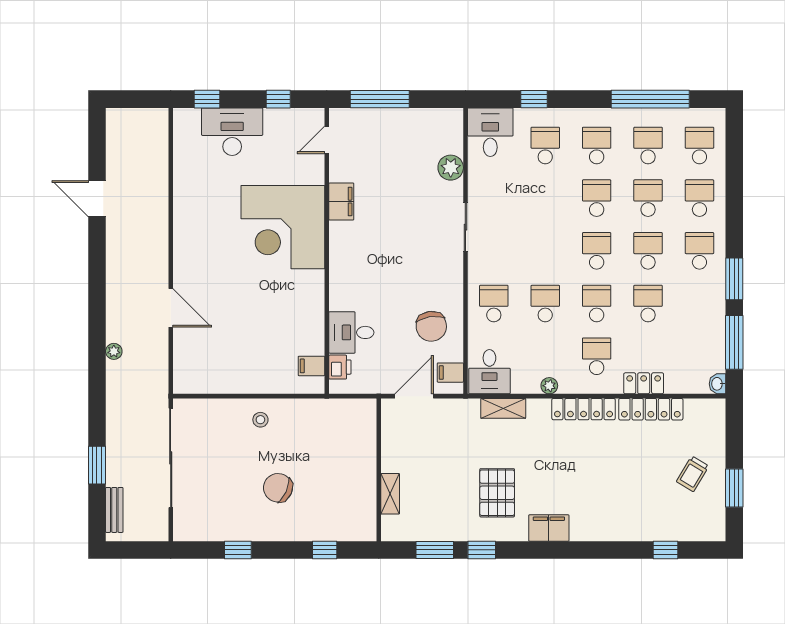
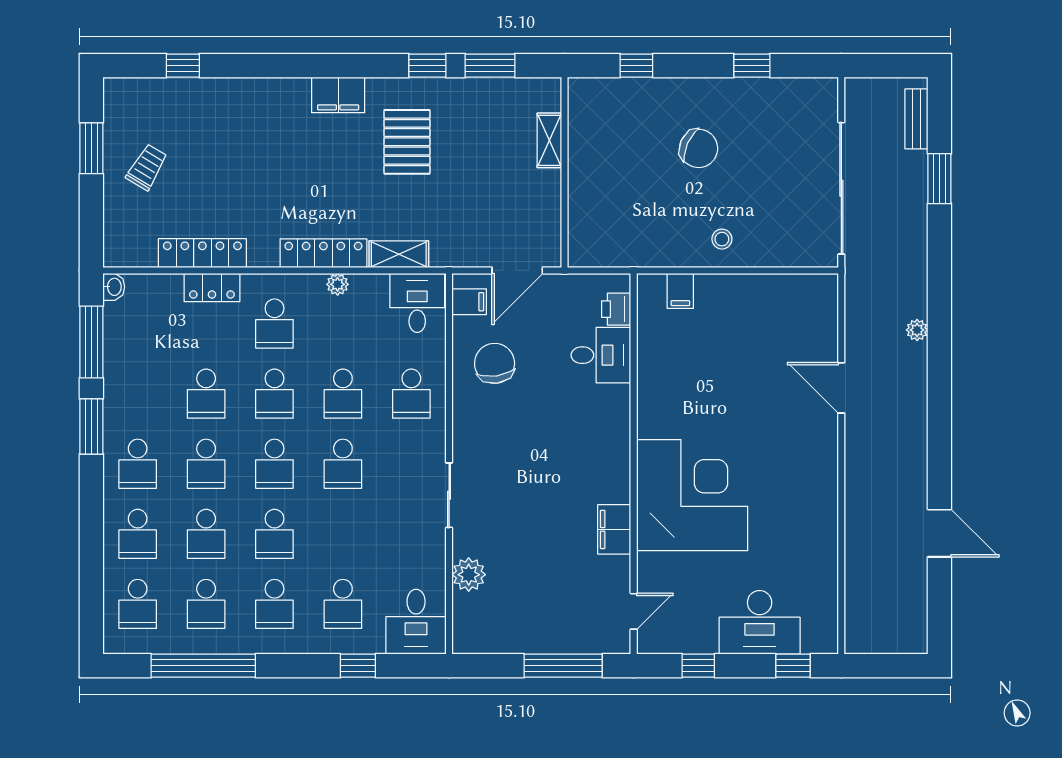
school desk: (545, 251) -> (343, 464), added
filing cabinet: (311, 366) -> (680, 291), moved, turned 90
locker: (584, 409) -> (323, 253), moved

